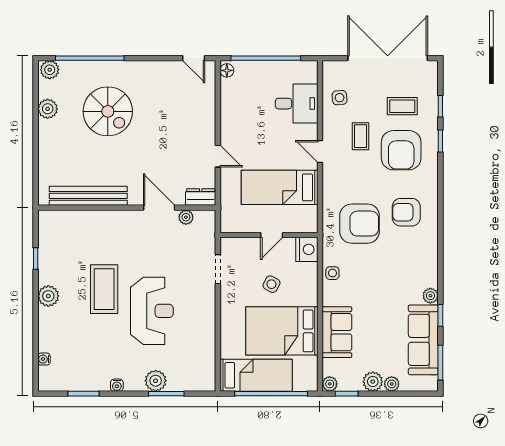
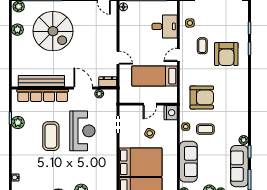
coffee table: (402, 106) -> (205, 129), moved
spiral stairs: (108, 111) -> (53, 31), width x1.37, depth x1.37
door: (320, 152) -> (178, 55), hinge flipped
armchair: (406, 212) -> (229, 91), removed
row of seats: (90, 220) -> (43, 95), added
plant: (48, 296) -> (18, 122), moved
reception desk: (152, 311) -> (82, 131), moved
bed: (282, 331) -> (141, 162), moved, turned 180
sofa: (337, 332) -> (188, 162), width x1.36

